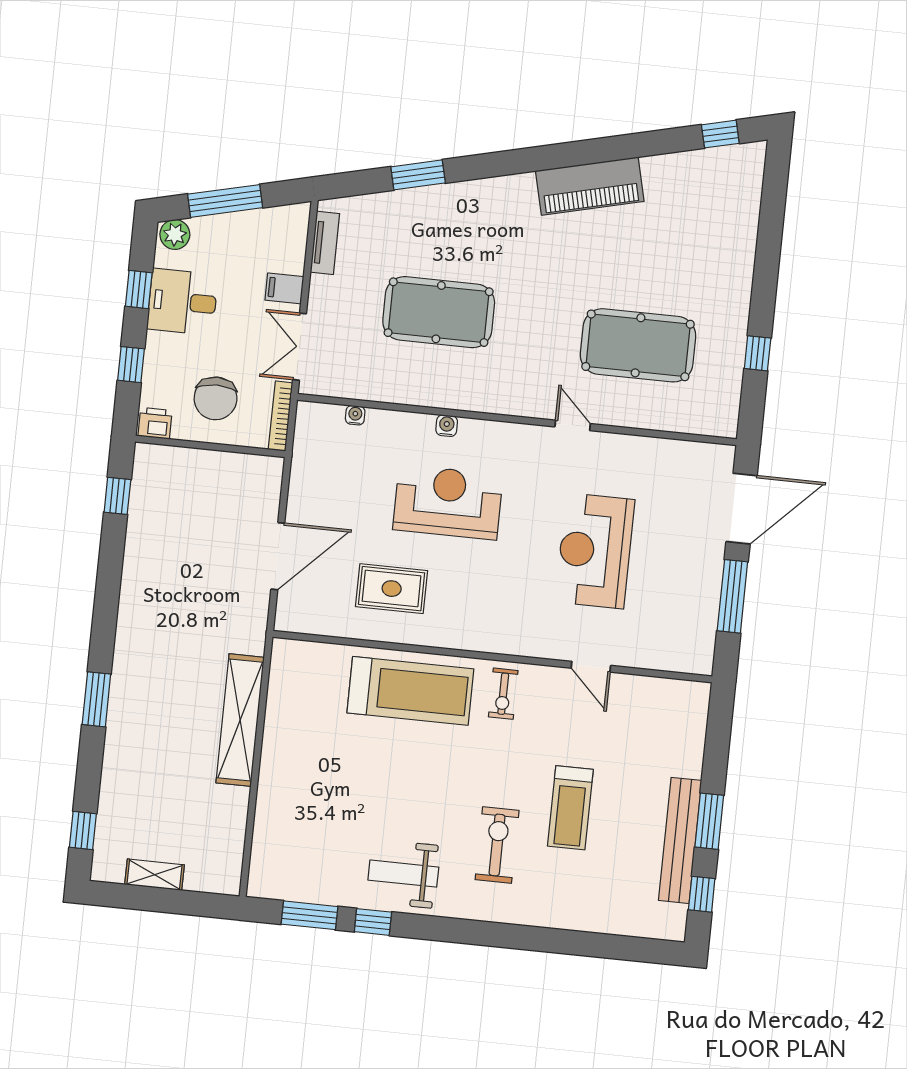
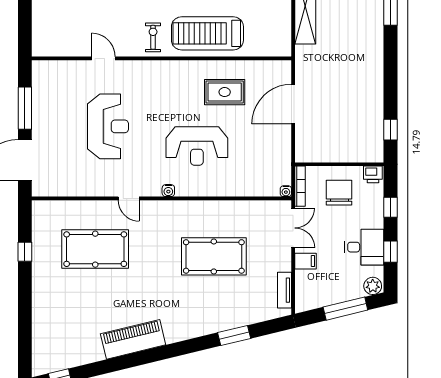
water cooler: (355, 415) -> (286, 191), moved
water cooler: (447, 426) -> (168, 191), moved

